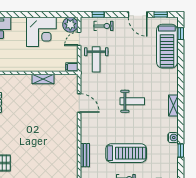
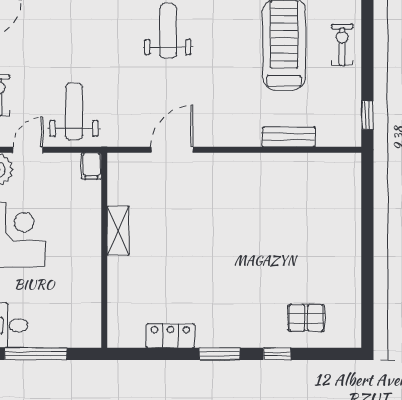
door: (79, 39) -> (28, 150), swing flipped
weight bench: (96, 59) -> (74, 111), turned -90

